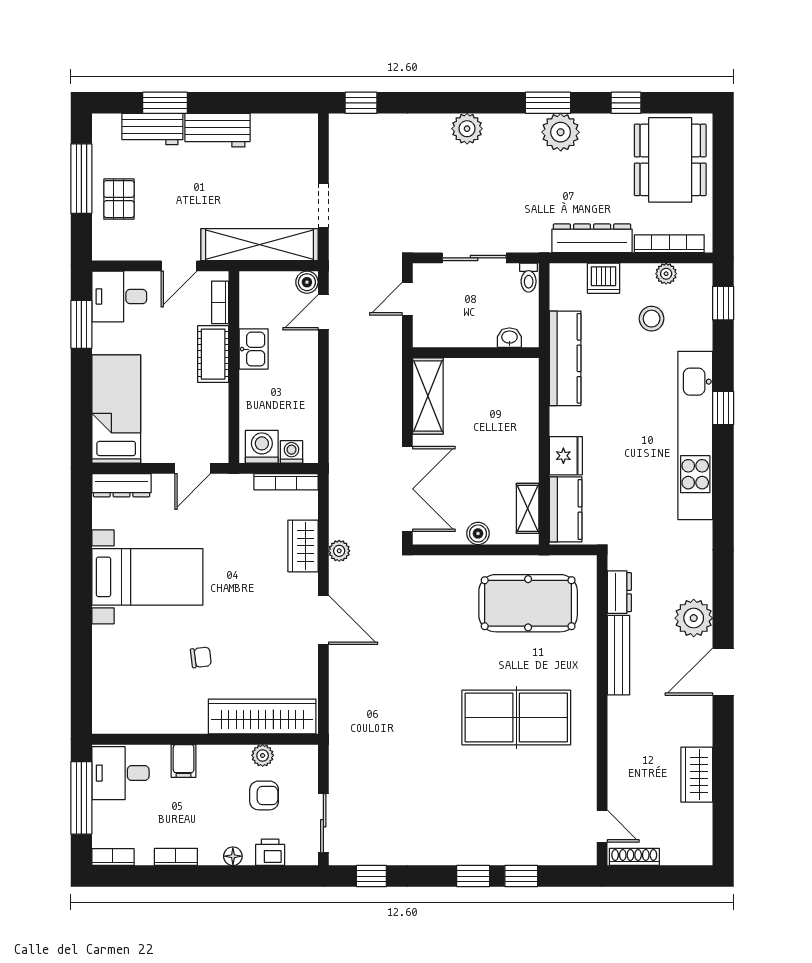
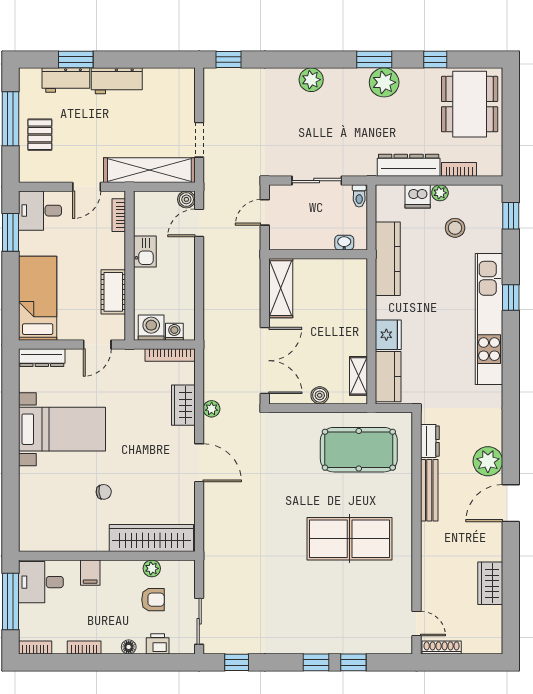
bookcase: (669, 244) -> (459, 169), width x0.64
plant: (666, 274) -> (440, 193), moved
cot: (213, 354) -> (113, 292), moved

